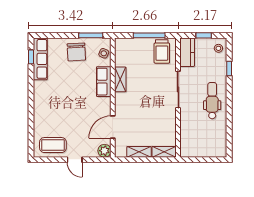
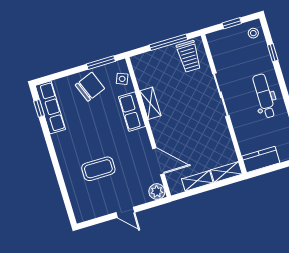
chair: (76, 52) -> (90, 87), turned -108
kitchen counter: (187, 52) -> (261, 160), moved, turned -90
door: (113, 127) -> (158, 161), swing flipped
coffee table: (53, 145) -> (98, 169), moved

